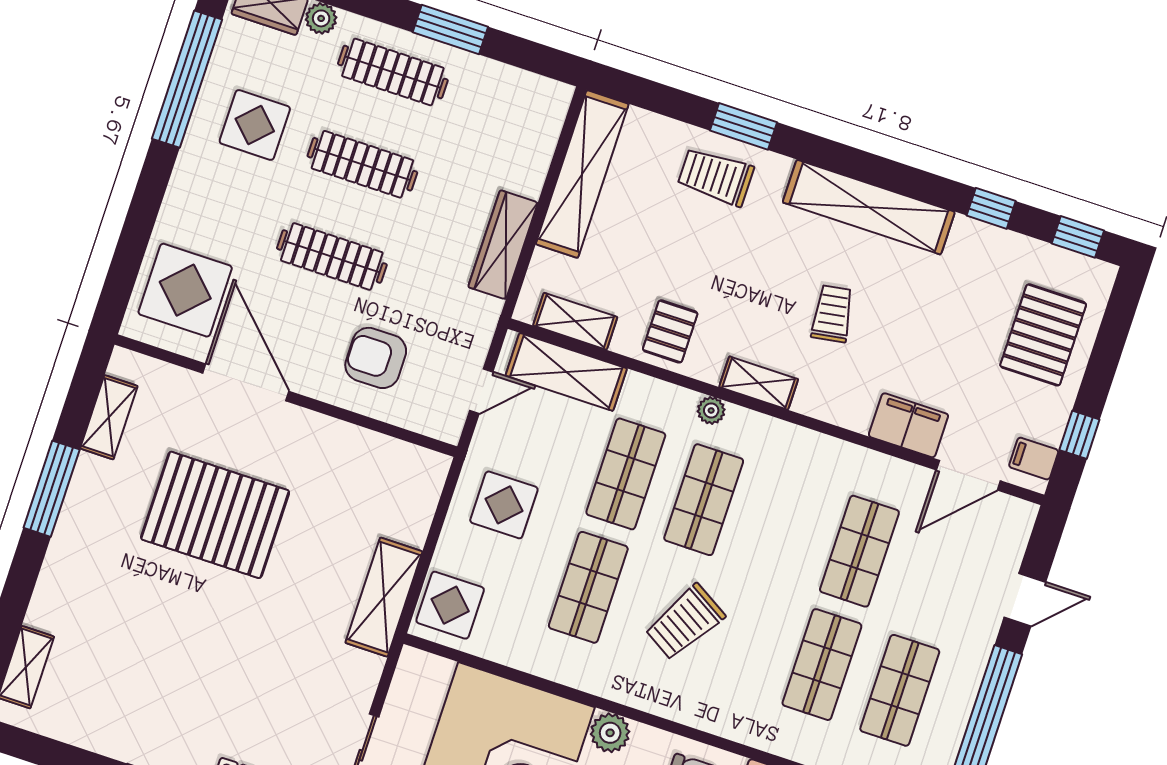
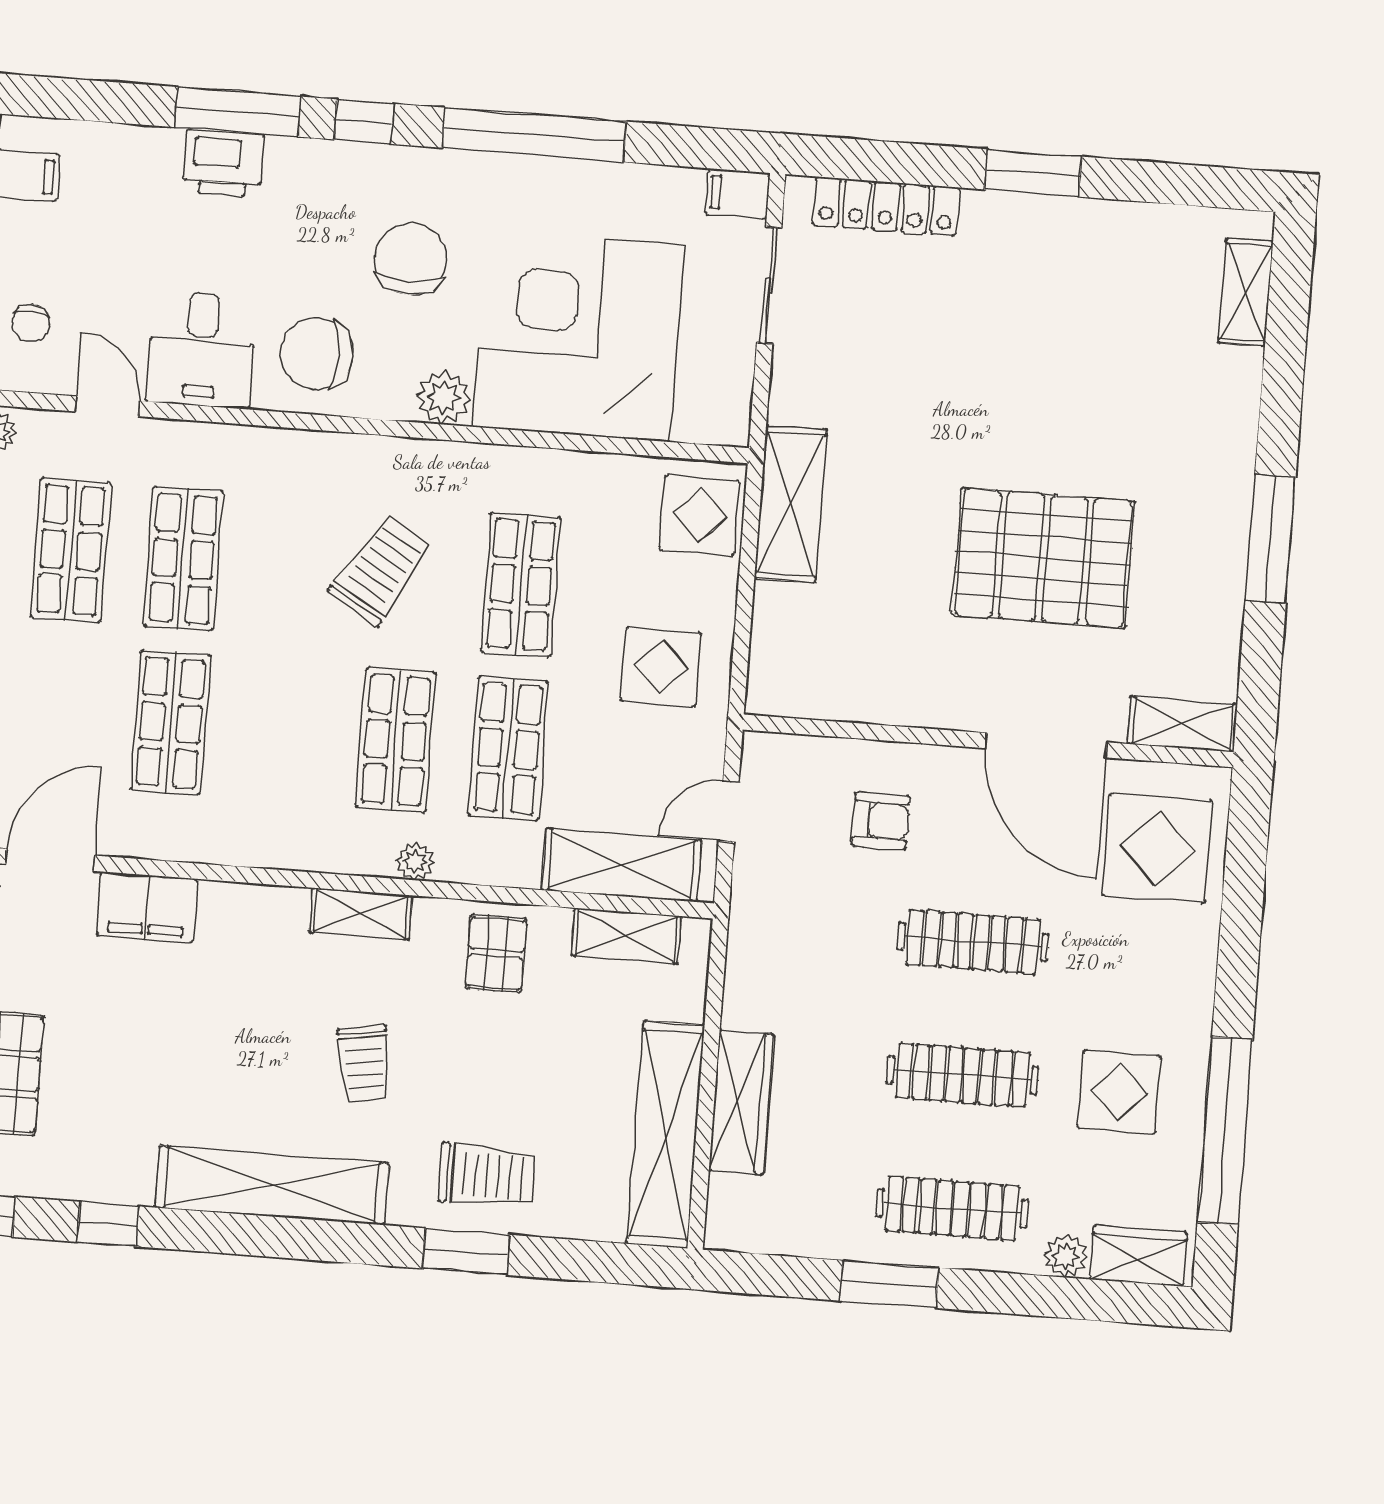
wardrobe: (503, 245) -> (741, 1102), moved
trolley: (832, 314) -> (364, 1063), moved
armchair: (376, 358) -> (881, 821), width x0.72, depth x0.72
shelving: (109, 417) -> (1182, 724), moved, turned 90

